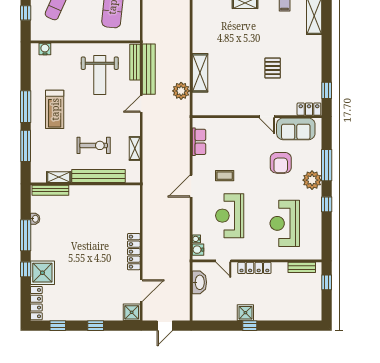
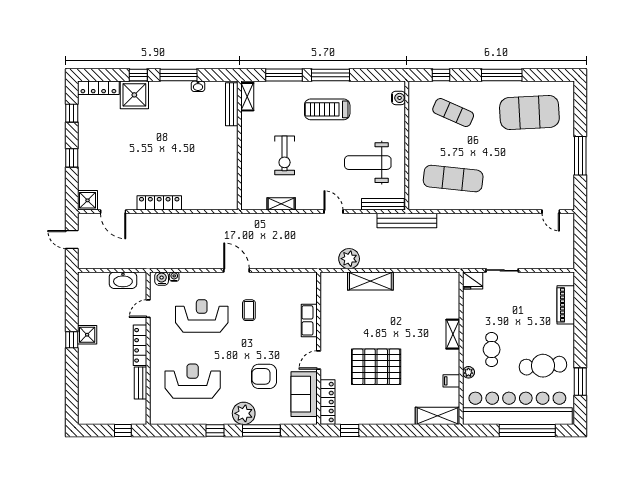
pallet: (273, 68) -> (376, 367), width x2.05, depth x2.00
bench: (149, 69) -> (407, 221), moved
locker: (309, 109) -> (327, 402), width x1.53
row of seats: (199, 142) -> (309, 320), moved, turned 90
bench: (98, 176) -> (249, 161), removed
shelving: (59, 177) -> (247, 97), moved
bench: (302, 267) -> (141, 383), moved

